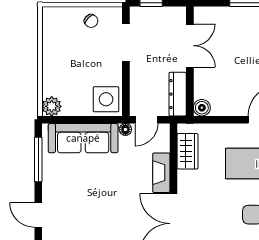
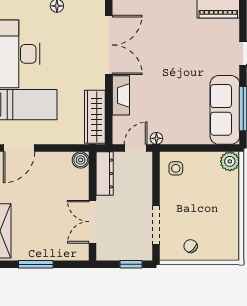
side table: (106, 99) -> (176, 168), width x0.54, depth x0.54
sofa: (83, 138) -> (225, 110), moved, turned -90
wardrobe: (187, 151) -> (95, 117), width x1.50

